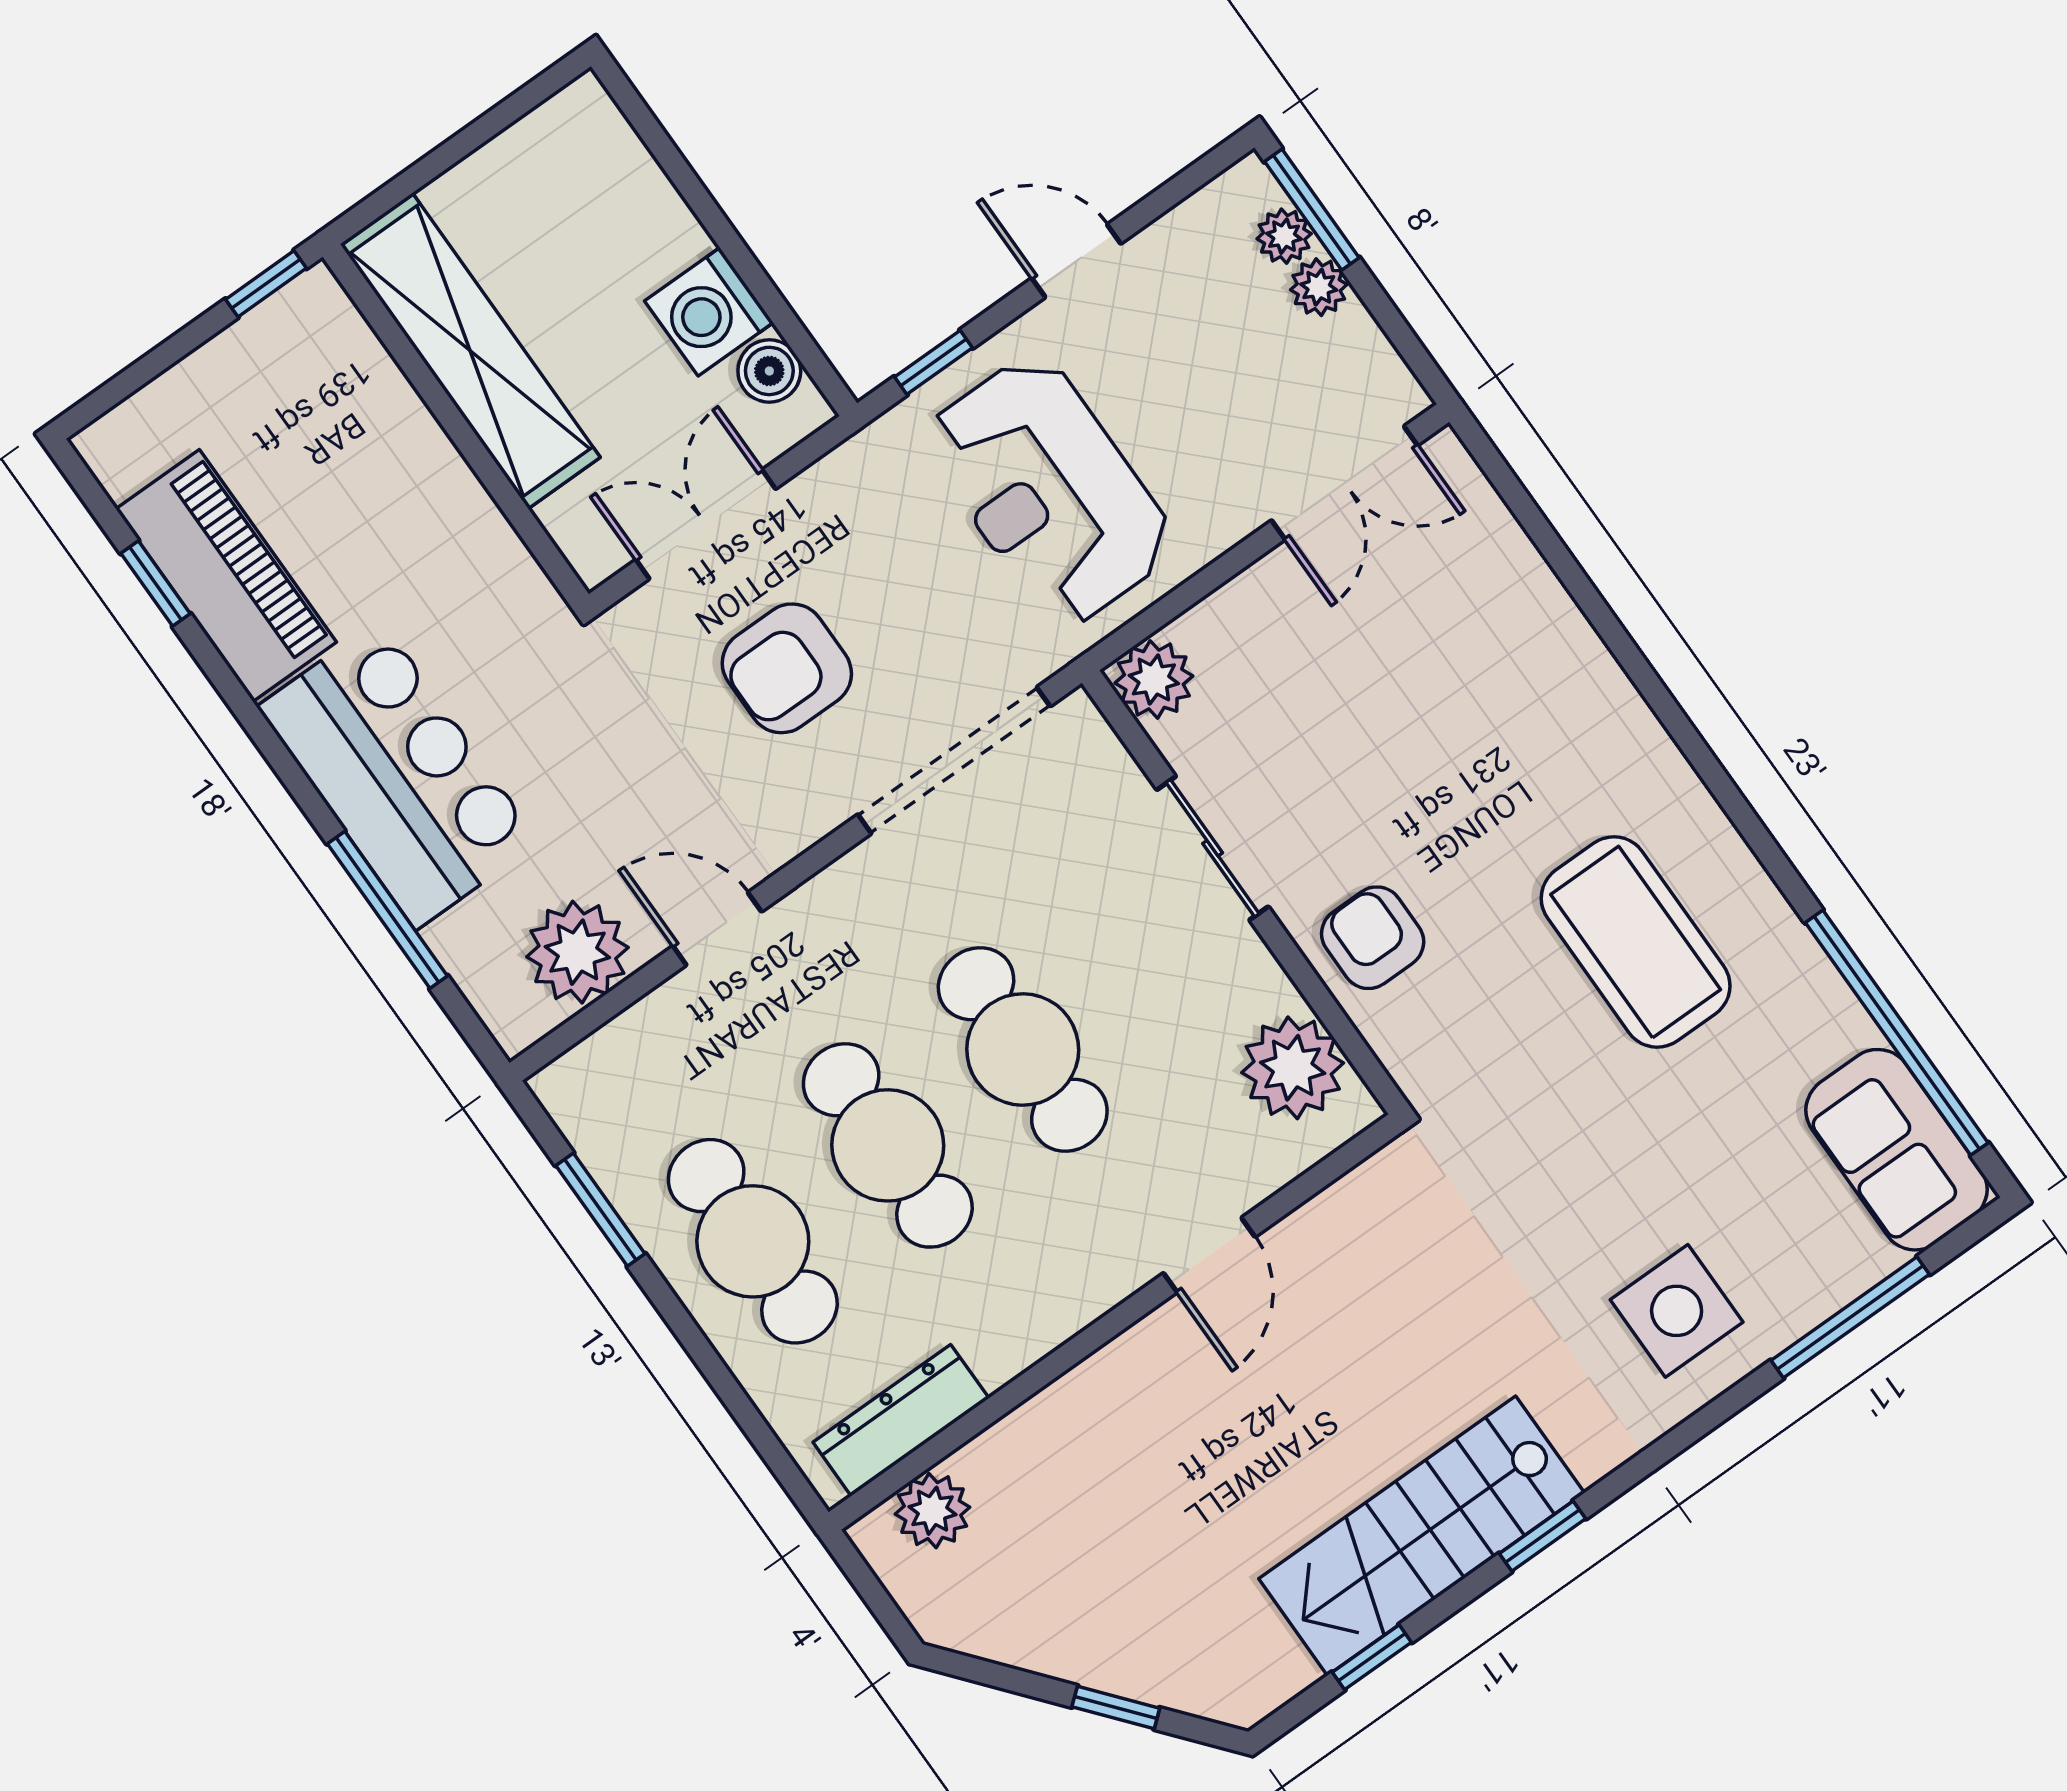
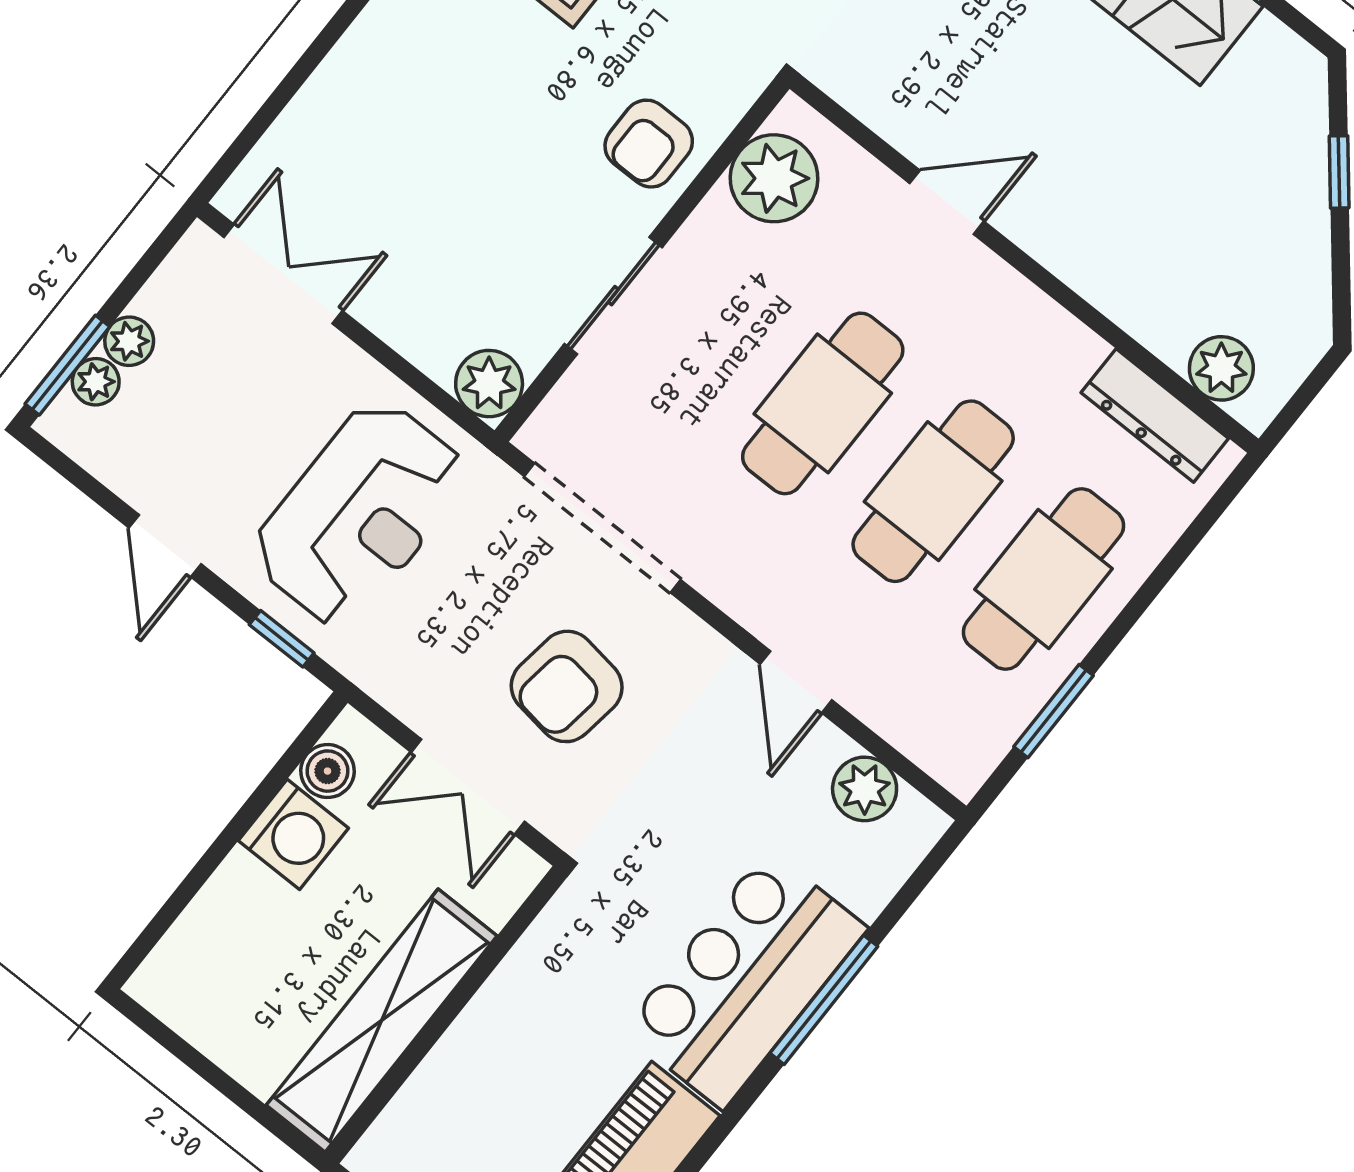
armchair: (787, 668) -> (567, 686), turned 98
window: (387, 910) -> (824, 1000), moved
plant: (577, 952) -> (865, 789), width x0.73, depth x0.73

